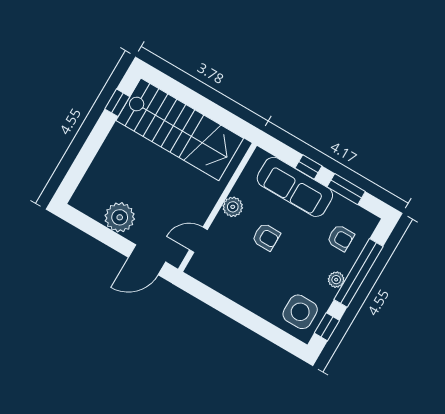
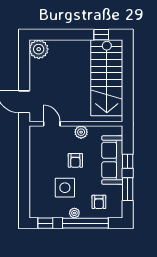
plant: (120, 217) -> (39, 49), moved
side table: (300, 312) -> (65, 188), moved

